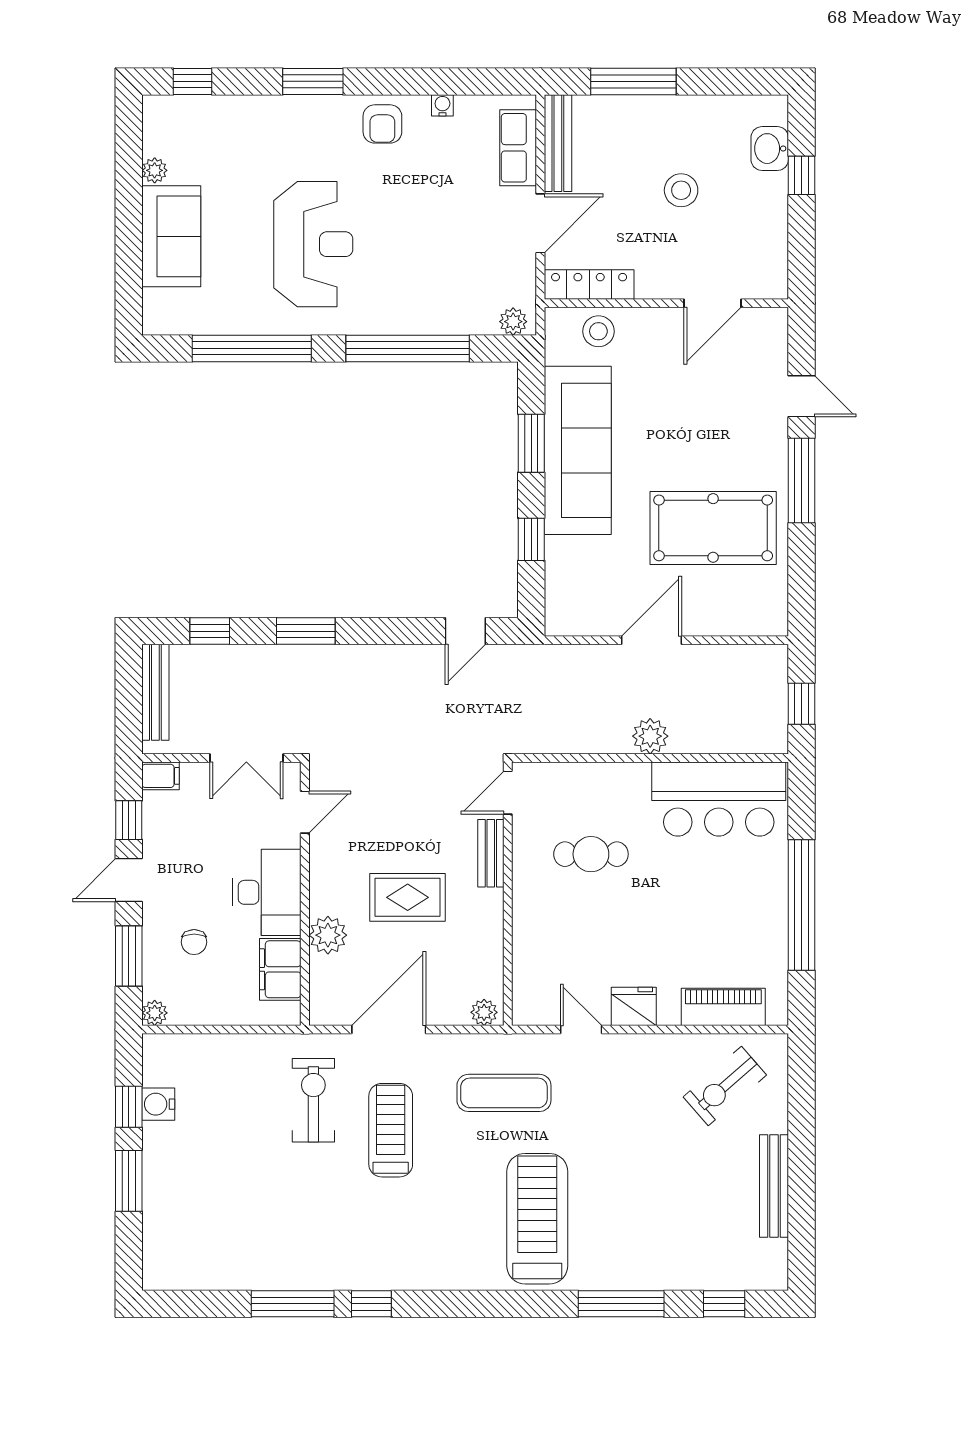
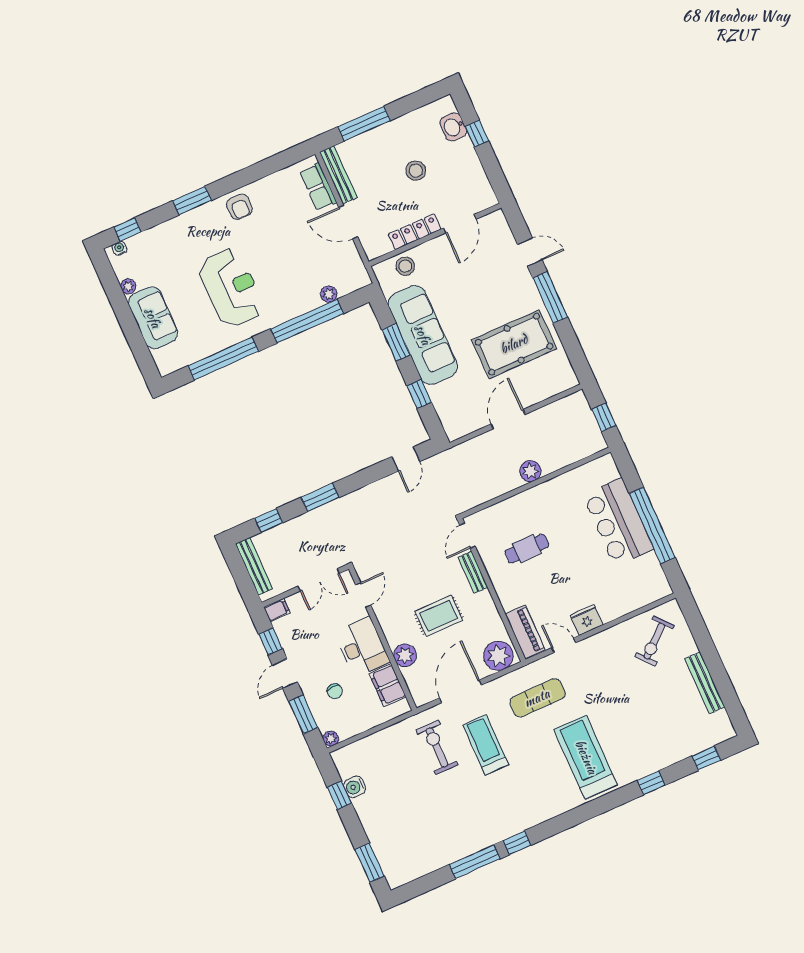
water cooler: (442, 105) -> (120, 248), moved
door: (540, 223) -> (348, 222), swing flipped
locker: (589, 285) -> (415, 232), moved
plant: (513, 322) -> (329, 294), moved
bar counter: (719, 799) -> (618, 522), moved, turned 90
piano: (723, 1007) -> (525, 632), moved, turned 90
plant: (484, 1012) -> (498, 656), width x1.87, depth x1.87
window: (129, 1181) -> (370, 863), moved
window: (621, 1304) -> (651, 783), width x0.46

